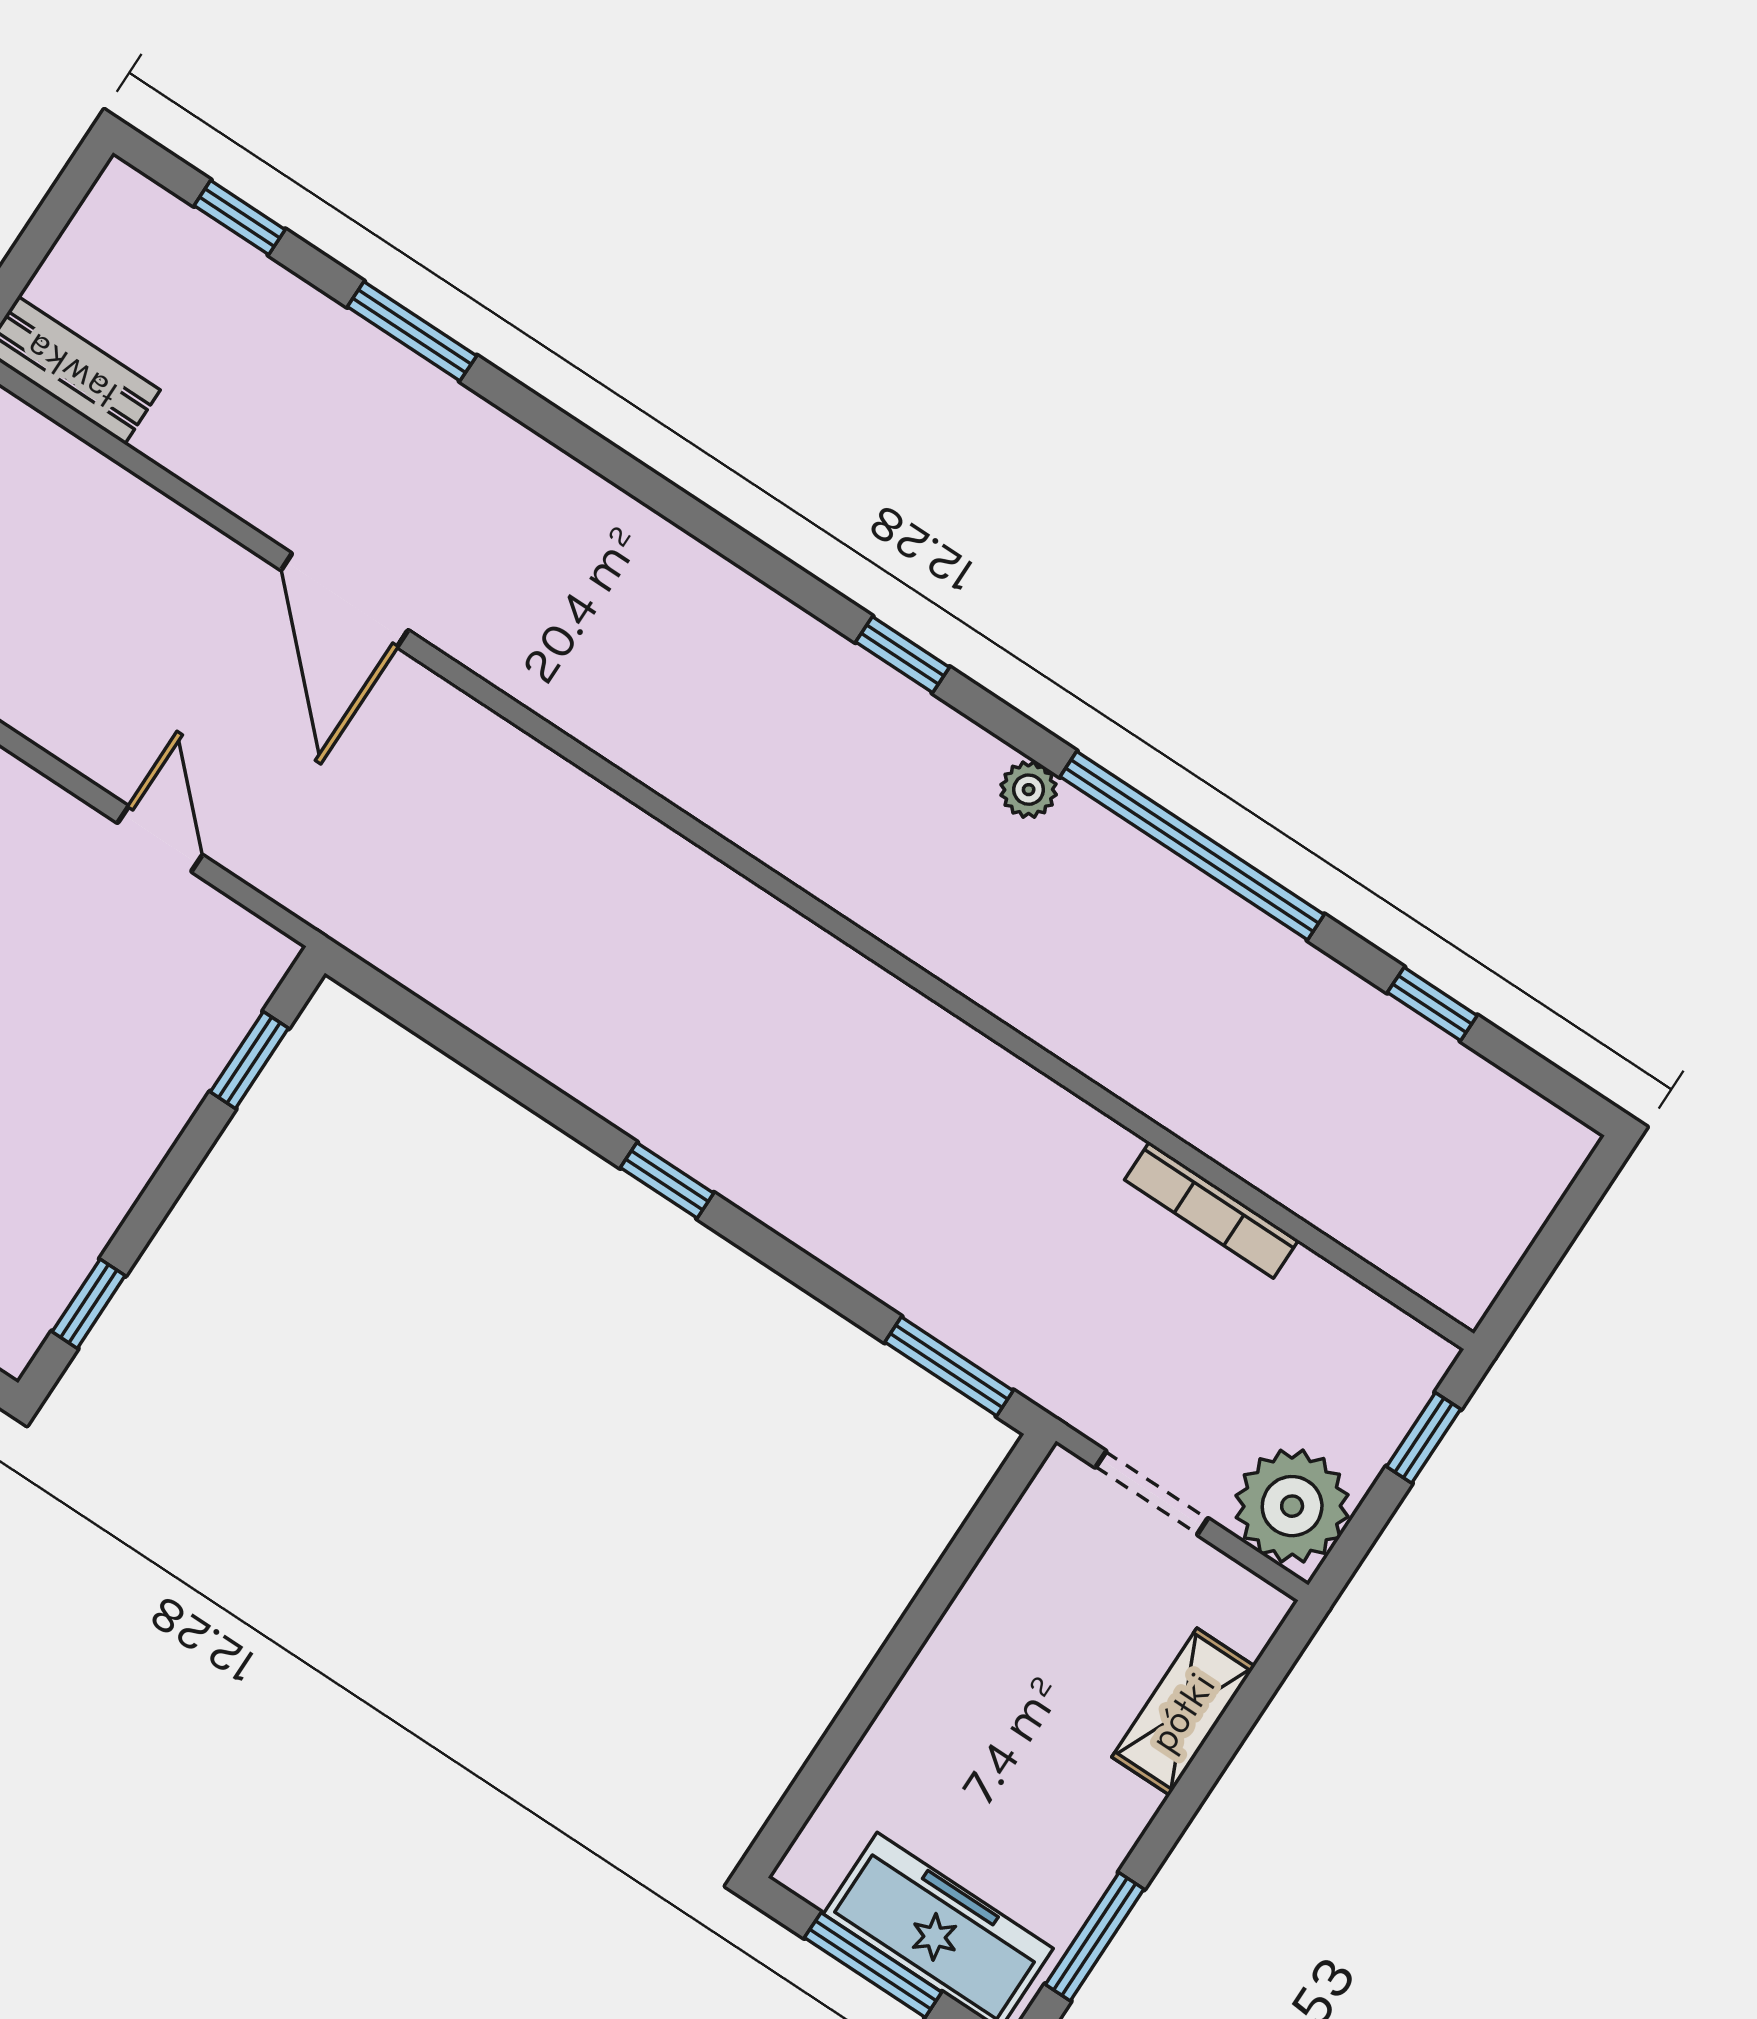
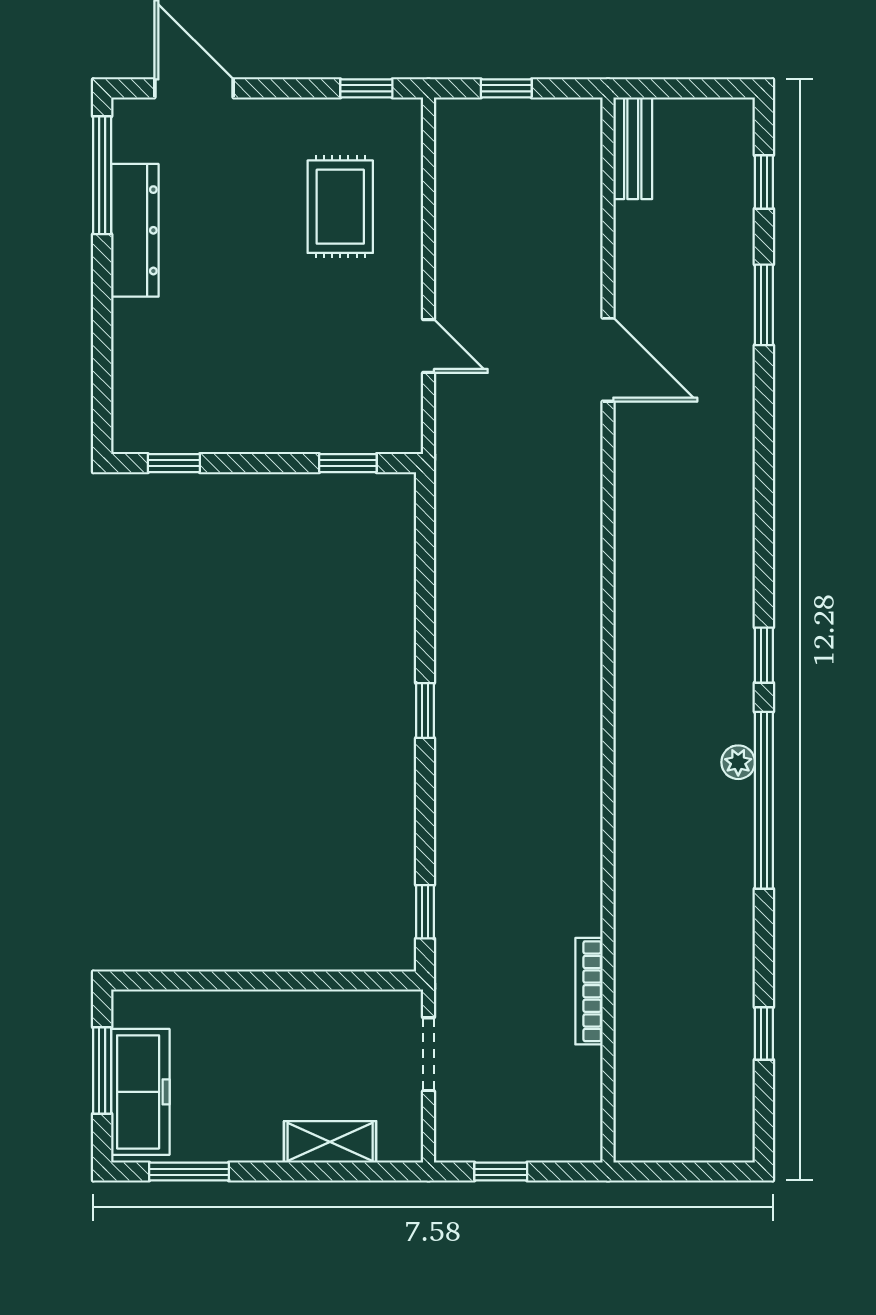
door: (345, 600) -> (608, 360), swing flipped
door: (160, 839) -> (429, 346), hinge flipped
window: (1192, 846) -> (764, 800), moved
window: (949, 1366) -> (425, 912), width x0.67
window: (1424, 1438) -> (501, 1172), moved
plant: (1292, 1506) -> (468, 1128), removed

